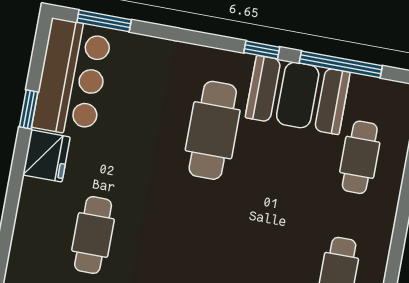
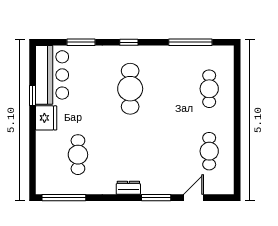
window: (104, 21) -> (81, 42), moved
window: (262, 50) -> (129, 42), moved
booth: (298, 95) -> (171, 62), removed

